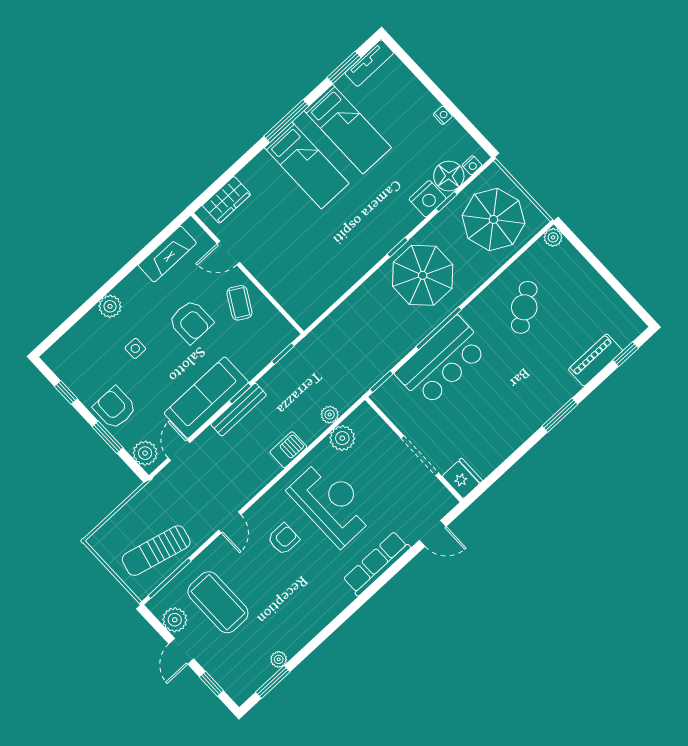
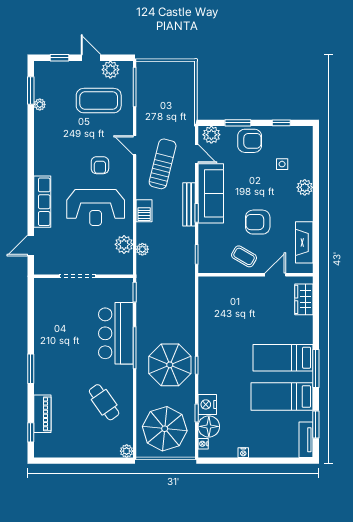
side table: (135, 348) -> (282, 164), moved
fridge: (462, 478) -> (45, 287), removed
sun lounger: (156, 551) -> (163, 164), moved

